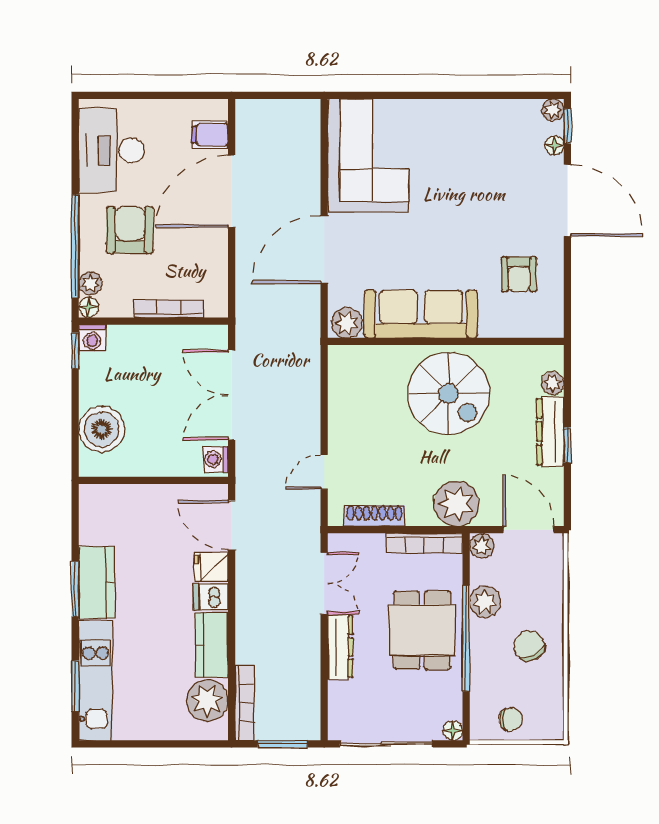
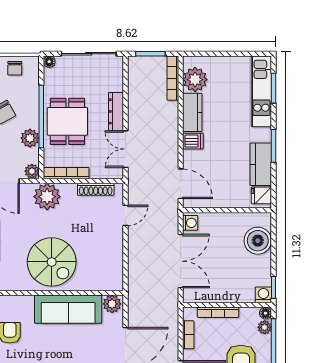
bookcase: (219, 271) -> (188, 335), added
spiral stairs: (449, 393) -> (52, 262), turned 180
fridge: (211, 567) -> (261, 195), moved, turned 180
kitchen counter: (97, 582) -> (261, 164), moved
chair: (511, 719) -> (15, 68), turned -90

